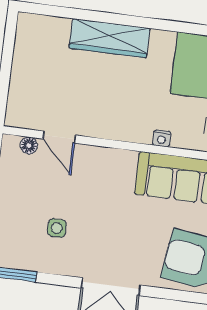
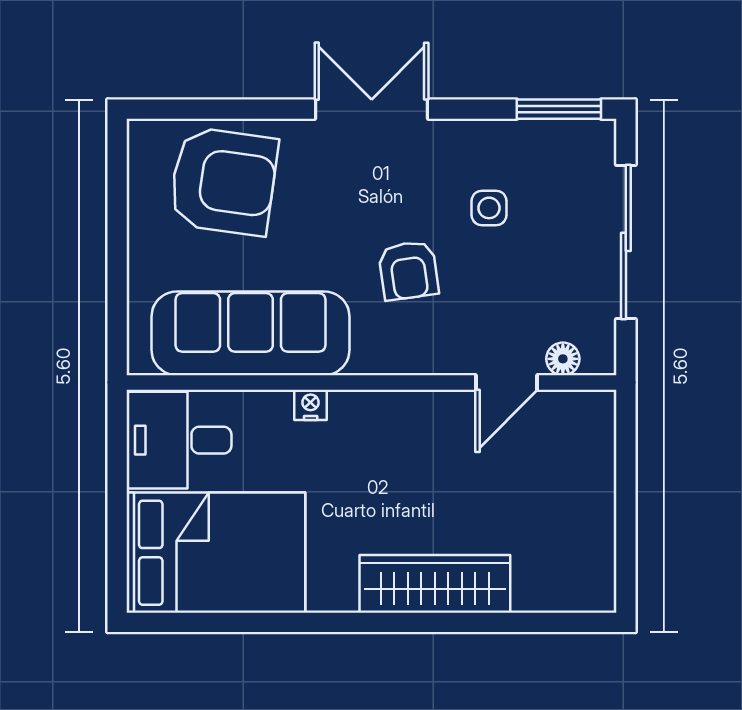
door: (59, 137) -> (506, 382), swing flipped
armchair: (102, 201) -> (408, 270), added

